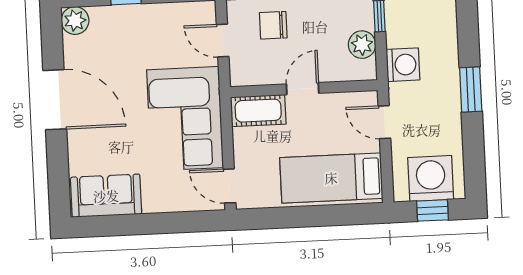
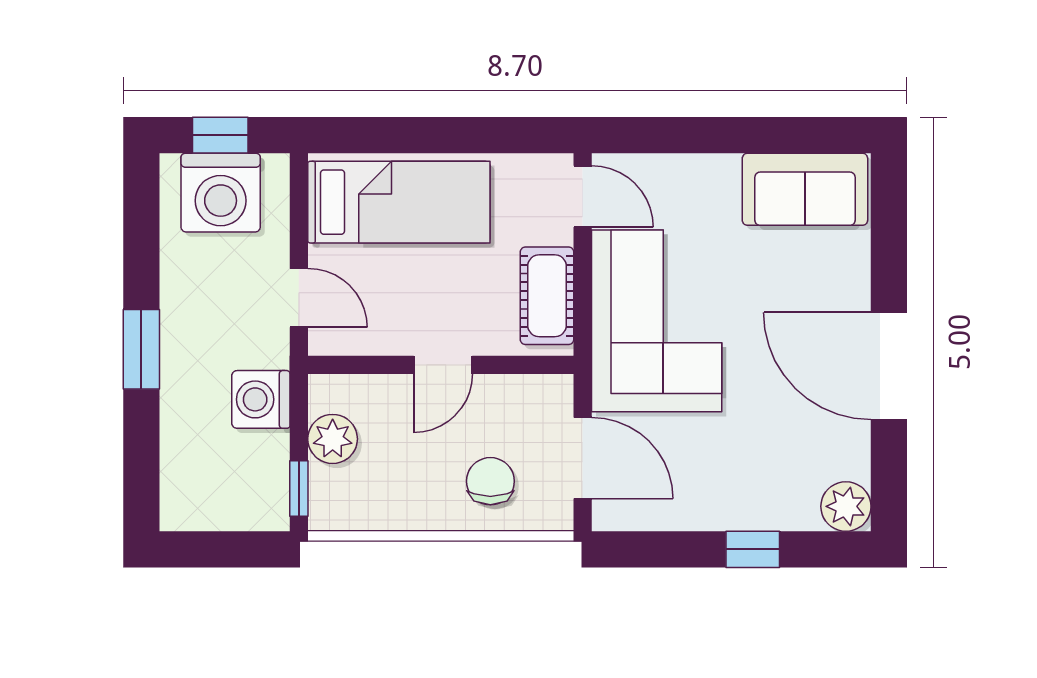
chair: (273, 25) -> (490, 481), turned -90
door: (223, 41) -> (583, 458), width x1.38
cot: (258, 111) -> (547, 296), moved, turned 90

